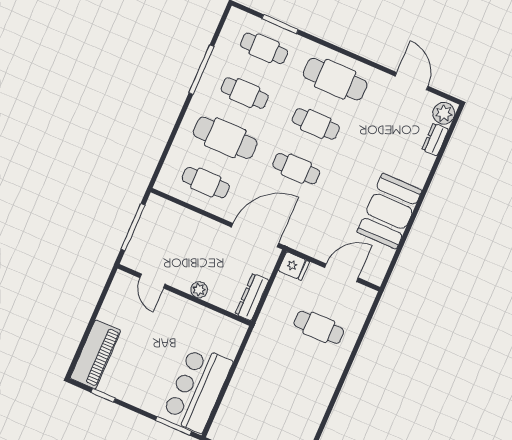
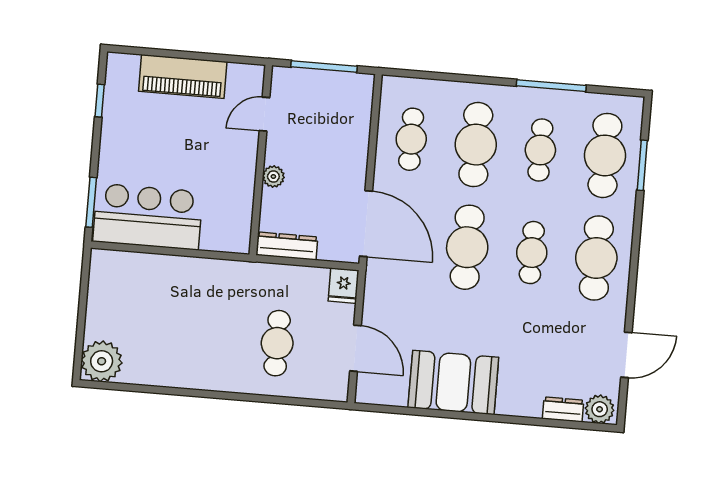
cafe table: (264, 48) -> (605, 155), width x1.37, depth x1.35
cafe table: (296, 169) -> (467, 247), width x1.37, depth x1.35
piano: (95, 354) -> (183, 76), moved

